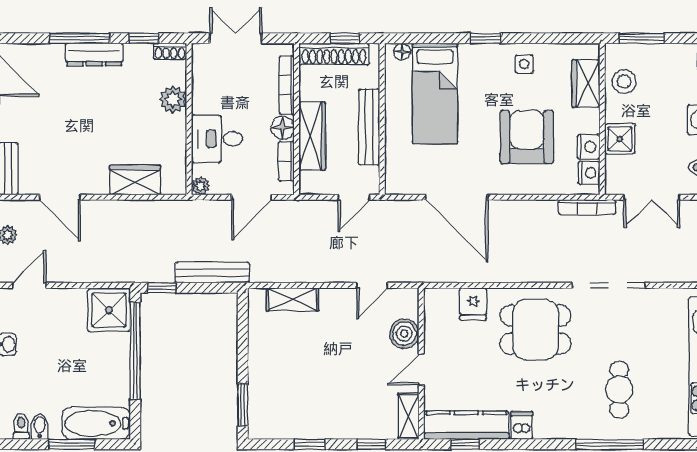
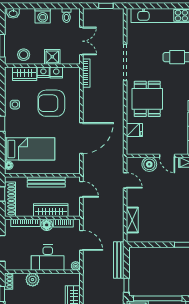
desk: (217, 139) -> (48, 258), width x1.37
nightstand: (589, 173) -> (43, 72), moved

